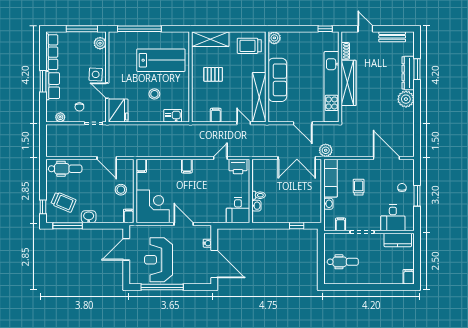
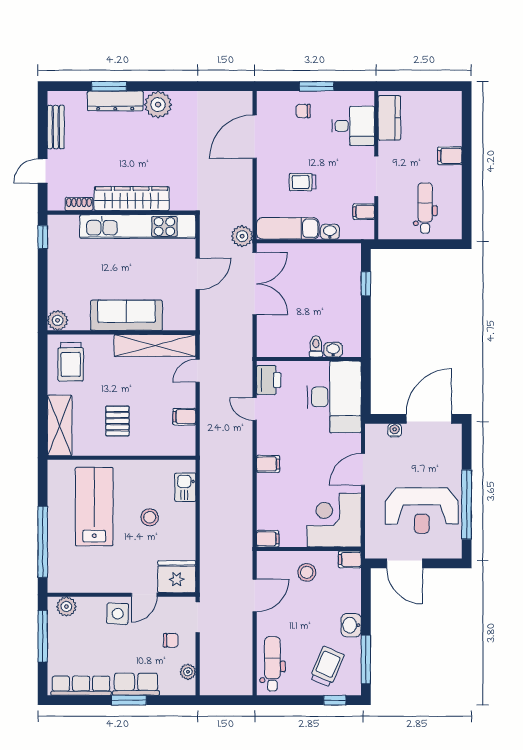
desk: (238, 210) -> (334, 397), width x1.87, depth x1.30
filing cabinet: (409, 277) -> (450, 156), moved

